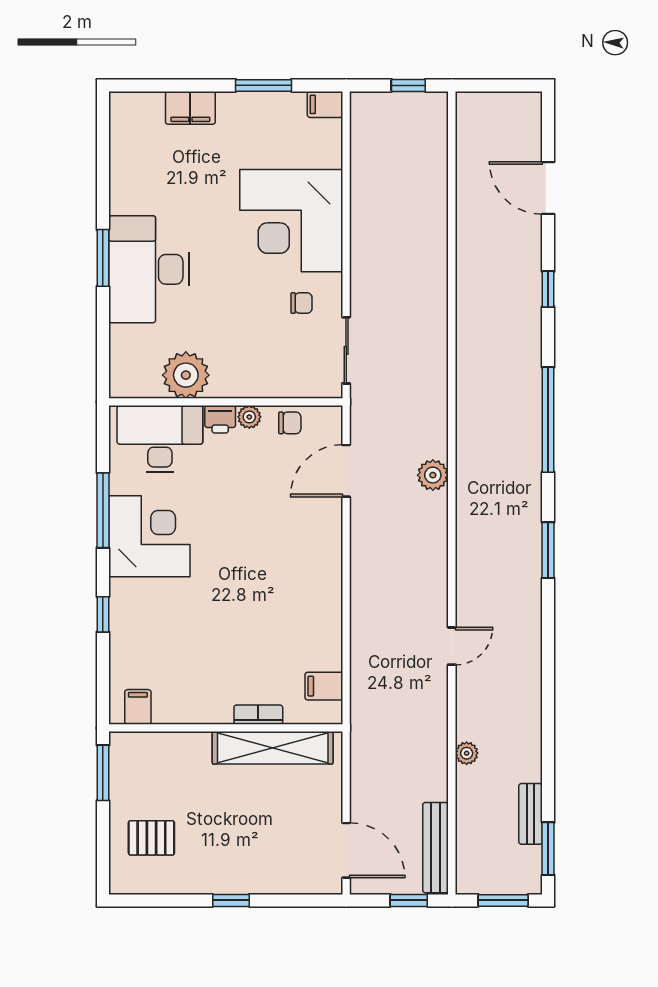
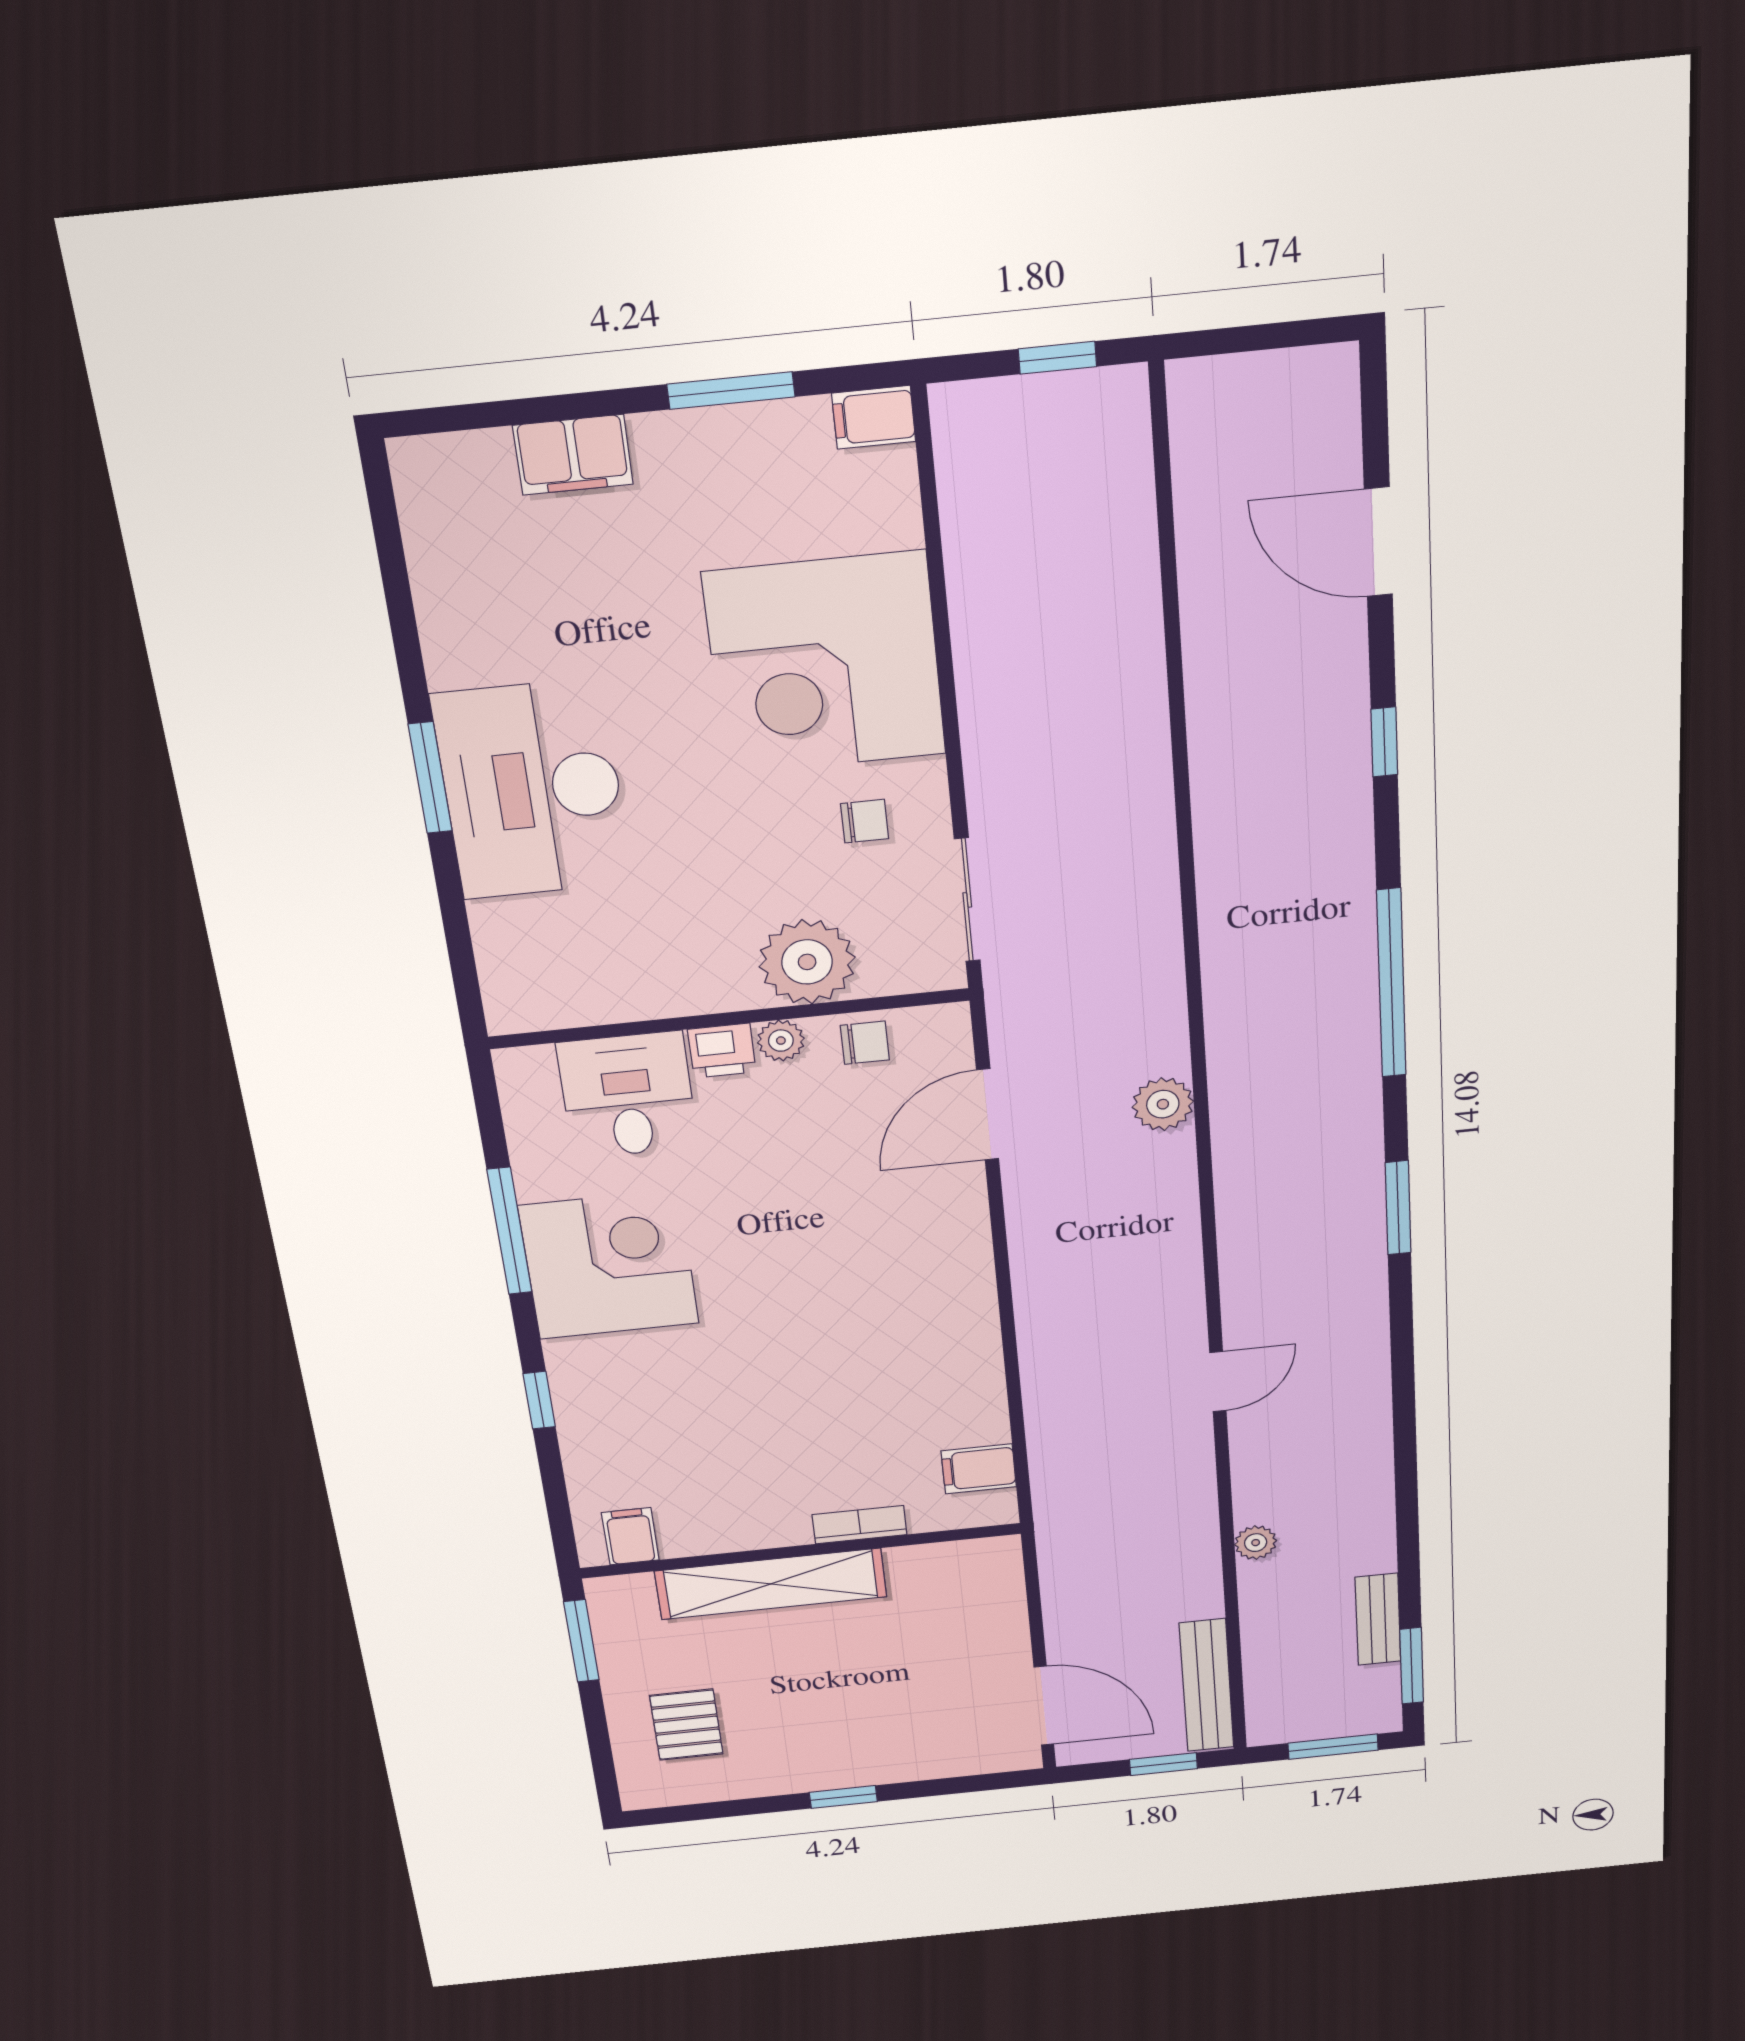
plant: (186, 375) -> (807, 962), moved
desk: (160, 439) -> (628, 1095), width x0.73
shelving: (273, 748) -> (771, 1584), moved
pallet: (151, 838) -> (686, 1725), turned 90

